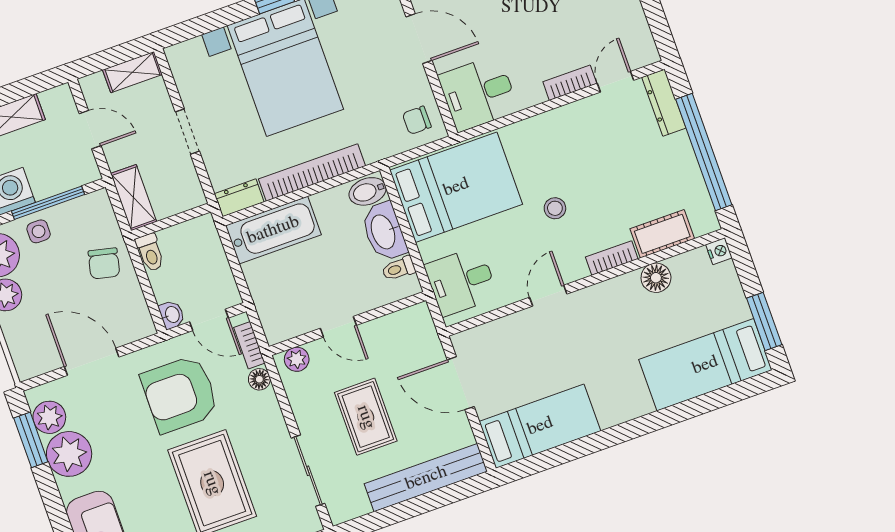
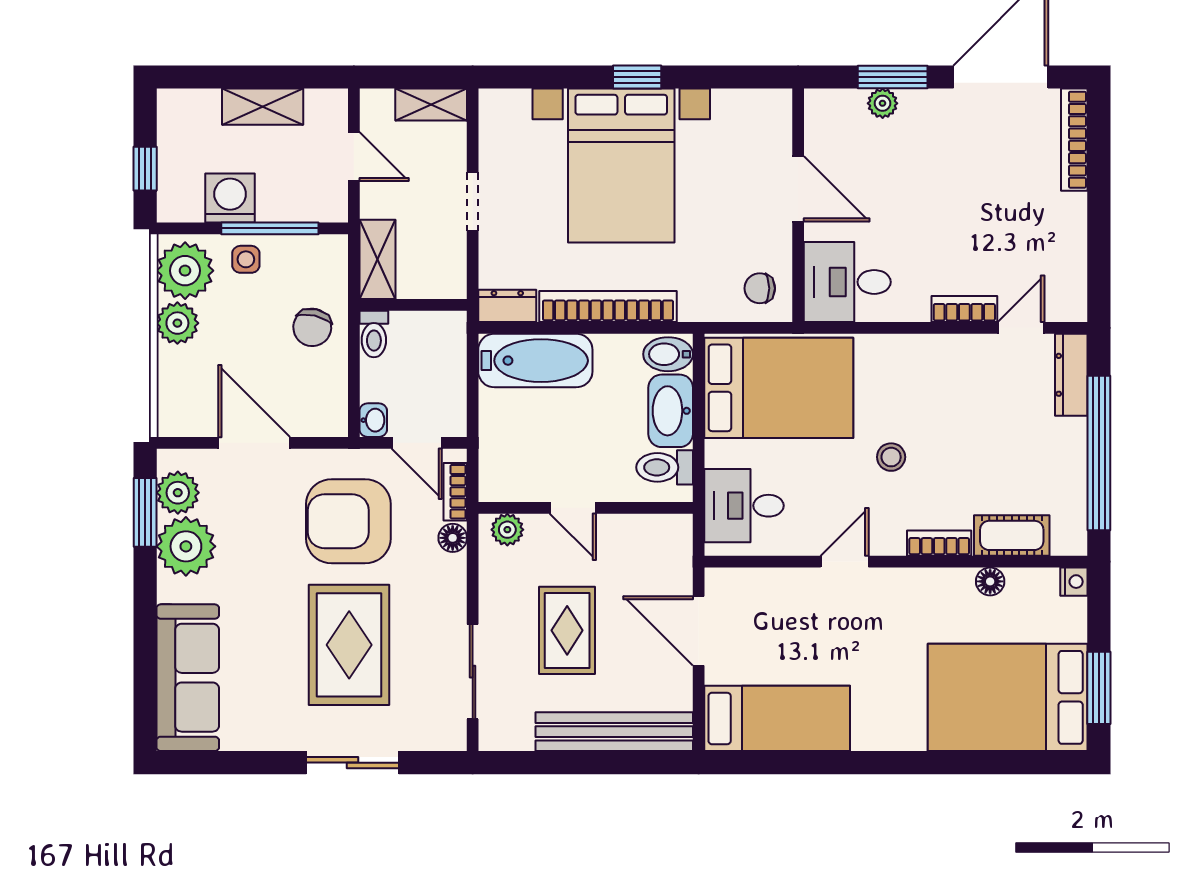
toilet: (399, 269) -> (665, 467), width x1.37, depth x1.39
floor lamp: (656, 278) -> (990, 581), width x0.73, depth x0.73
bed: (705, 365) -> (1008, 697), width x1.50

